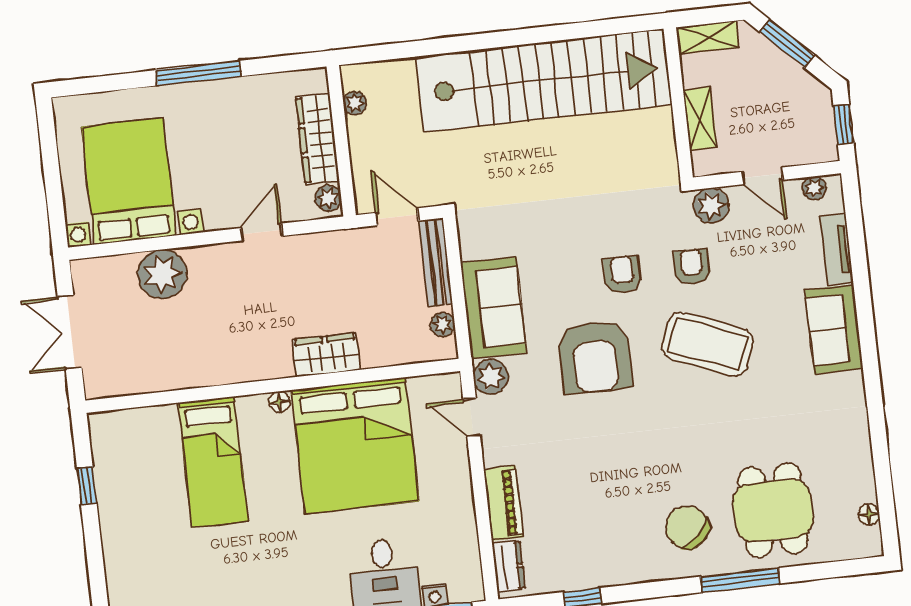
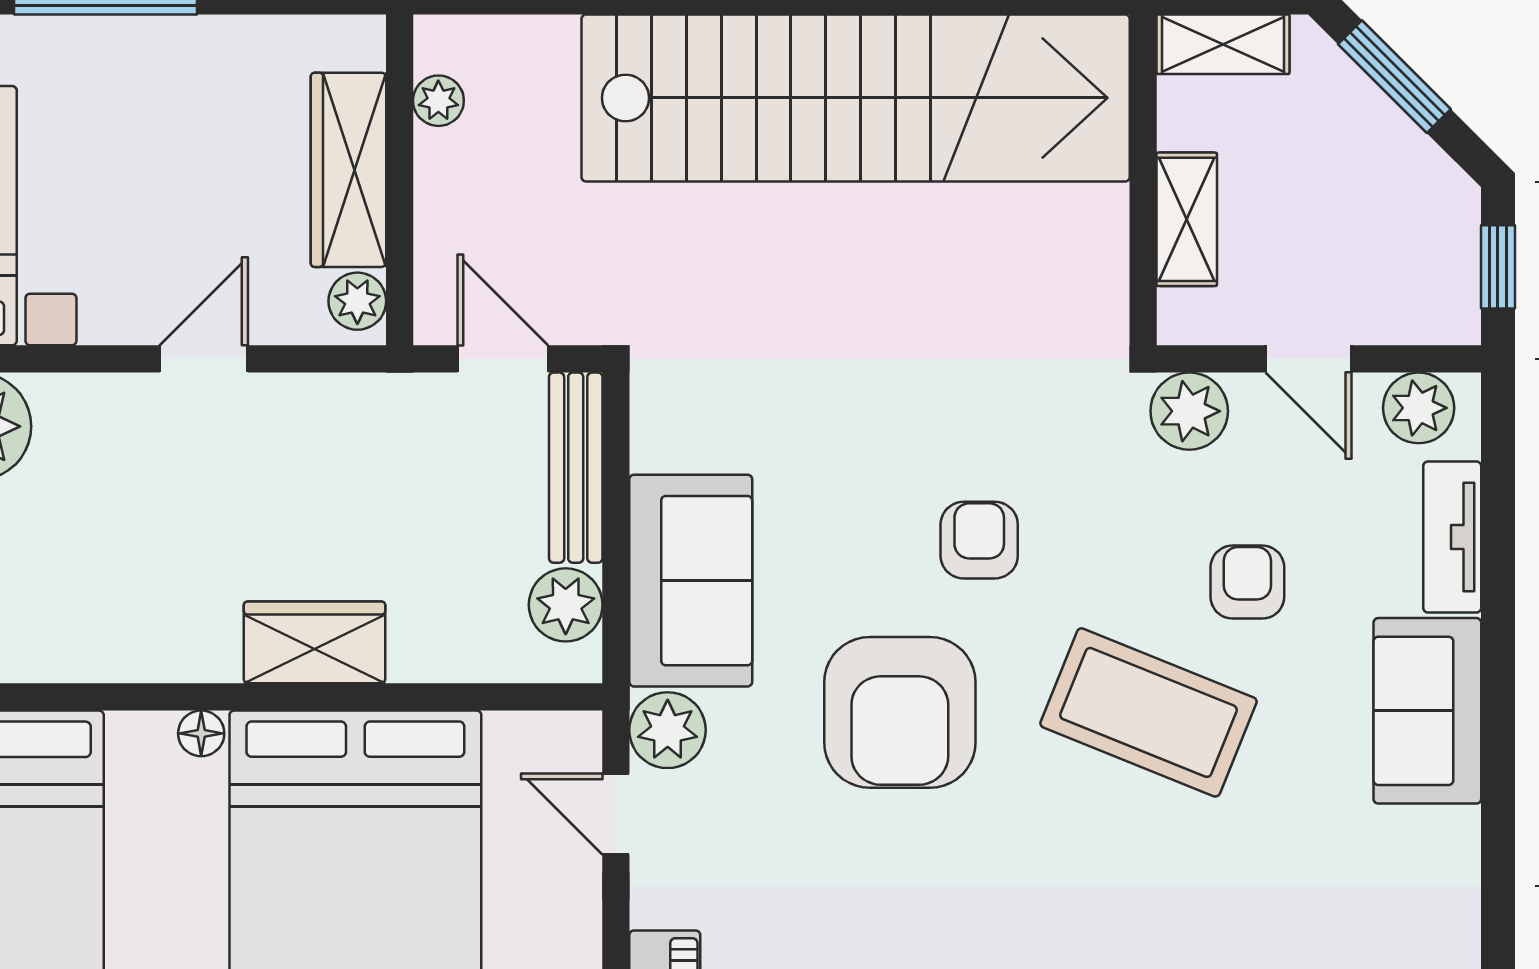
plant: (814, 188) -> (1419, 408), width x1.38, depth x1.38
armchair: (692, 267) -> (1247, 582), moved
plant: (443, 325) -> (566, 605), width x1.38, depth x1.38

